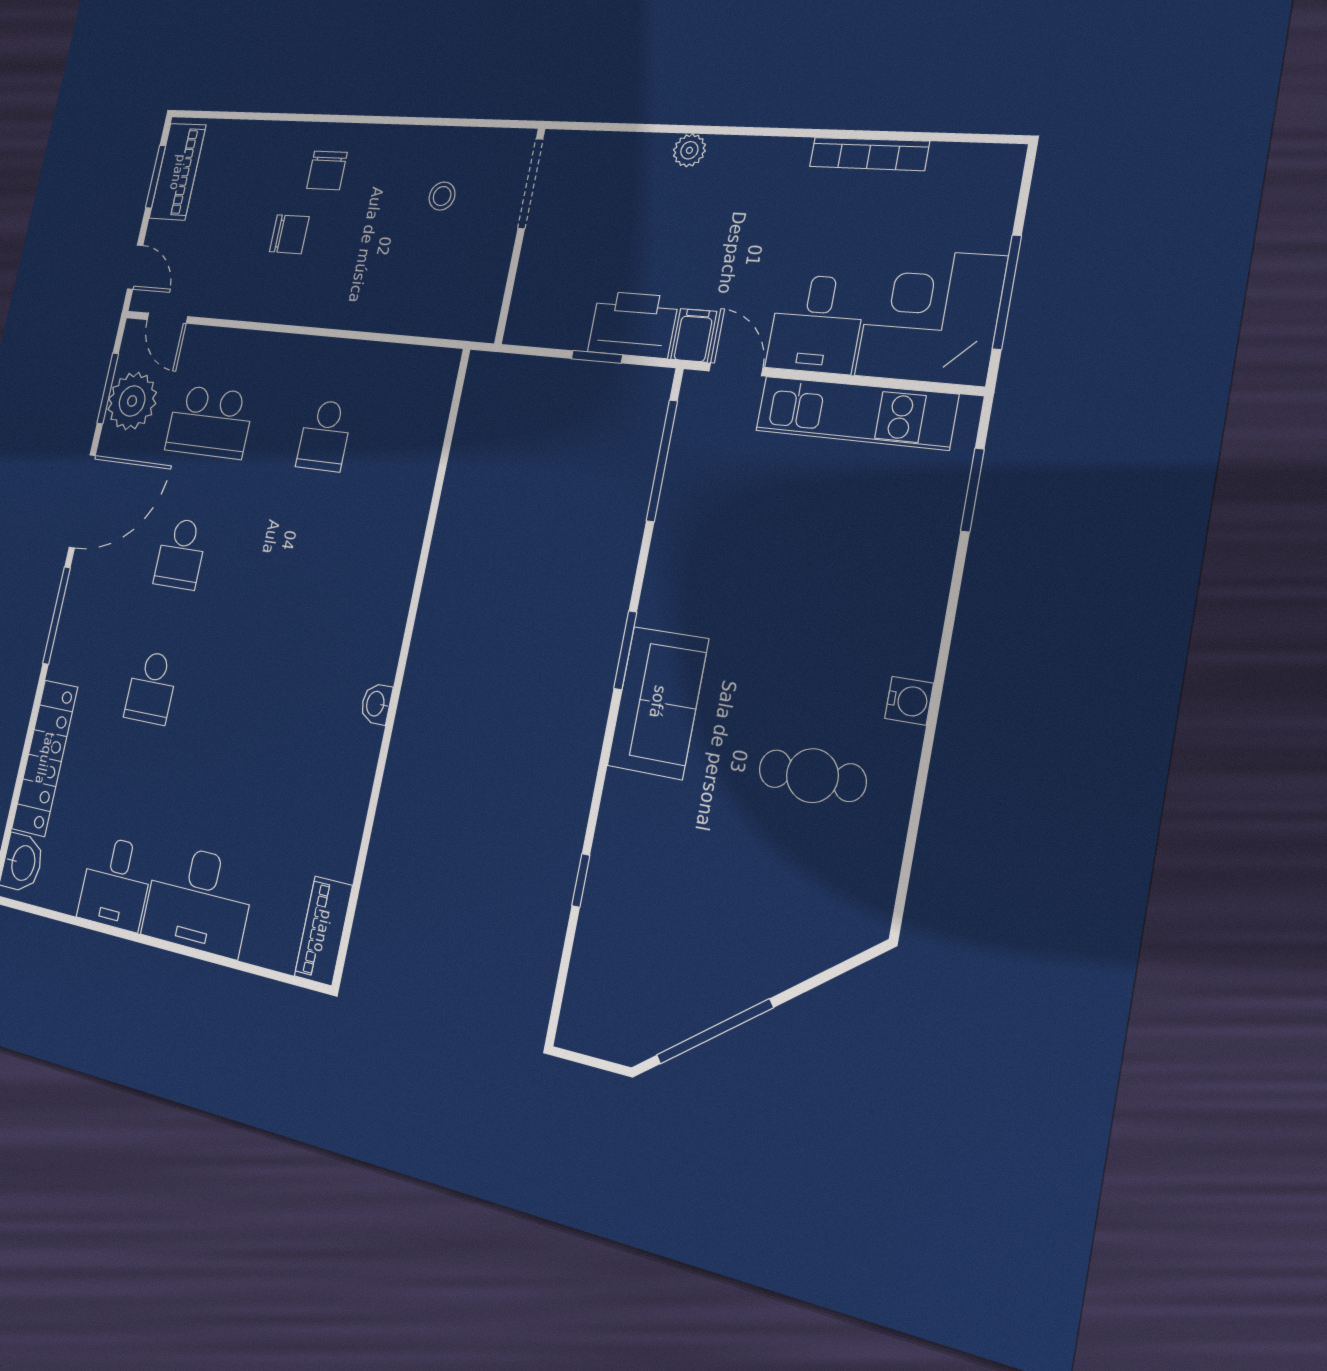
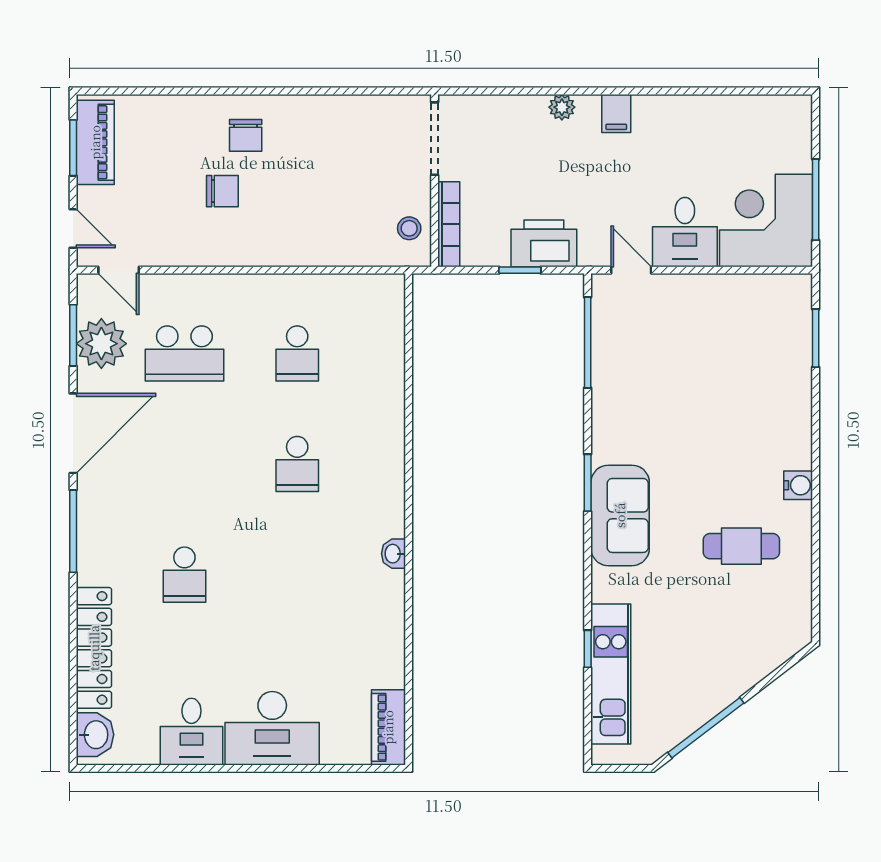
bookcase: (869, 154) -> (449, 224), moved, turned -90
stool: (442, 196) -> (409, 228), moved
filing cabinet: (694, 335) -> (616, 113), moved, turned 180
kitchen unit: (856, 413) -> (611, 674), moved, turned -90
school desk: (181, 554) -> (297, 464), moved

